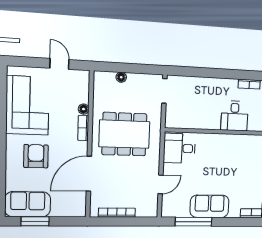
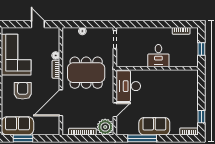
desk: (235, 116) -> (158, 56), moved
desk: (179, 148) -> (128, 86), width x1.37
plant: (147, 207) -> (105, 127), added

